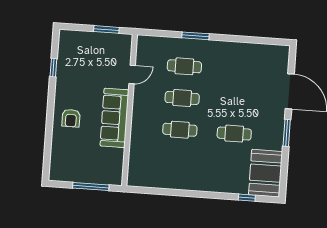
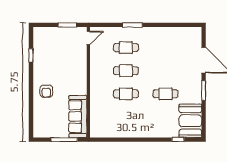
door: (132, 74) -> (88, 38), moved
sofa: (114, 118) -> (78, 116), moved

